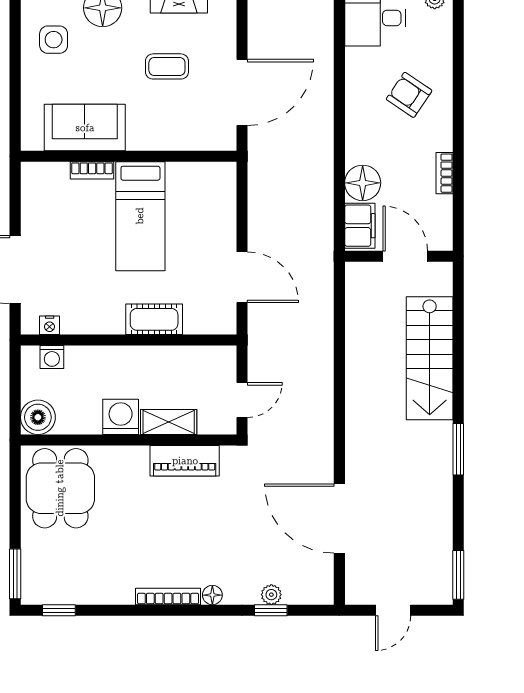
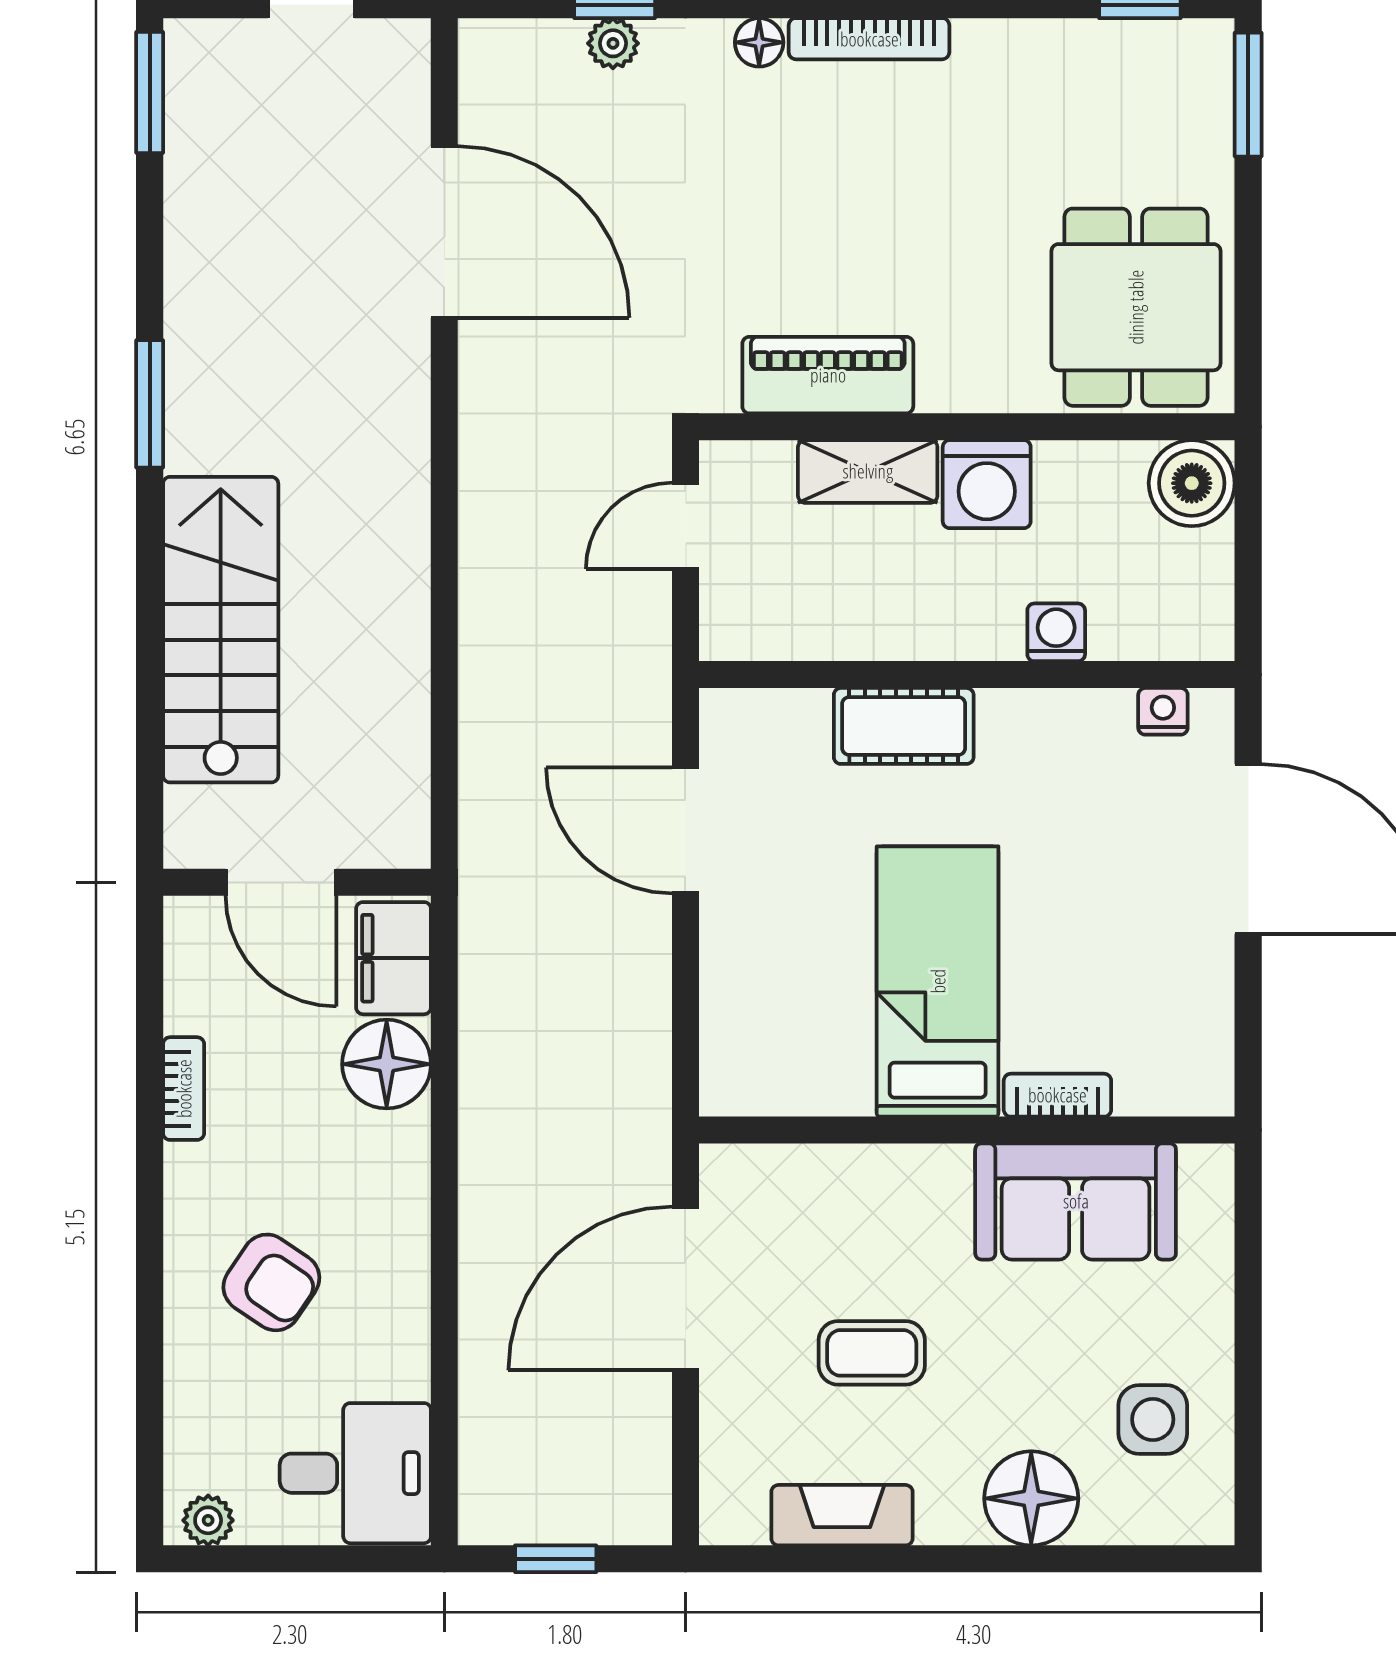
washing machine: (52, 357) -> (1056, 632), moved

